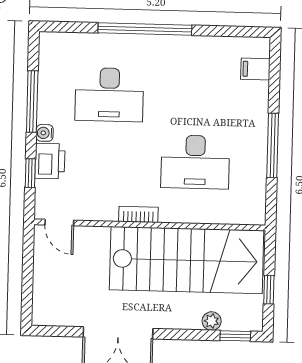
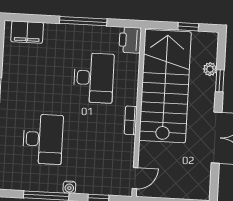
filing cabinet: (255, 69) -> (27, 32), width x2.00
printer: (50, 161) -> (130, 40), moved, turned -90
window: (235, 336) -> (220, 81), moved

